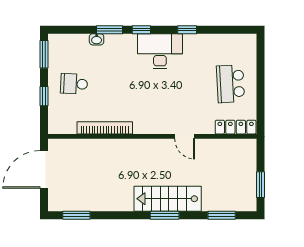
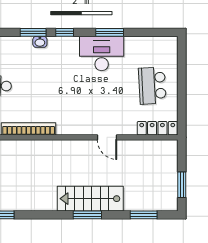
window: (187, 30) -> (110, 32), width x1.50
washbasin: (97, 39) -> (40, 42), moved
desk: (160, 51) -> (102, 53), moved

